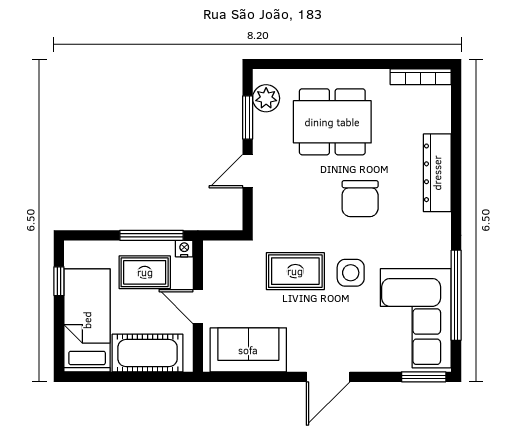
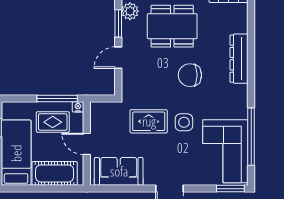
chair: (360, 199) -> (190, 75), turned 90

